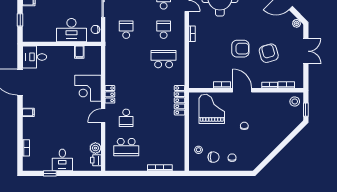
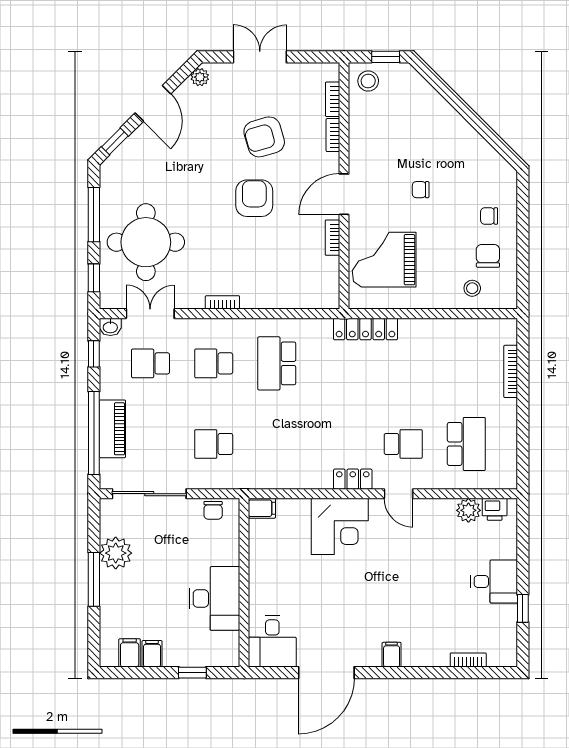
desk: (71, 30) -> (214, 598), moved
filing cabinet: (79, 52) -> (262, 508), moved

